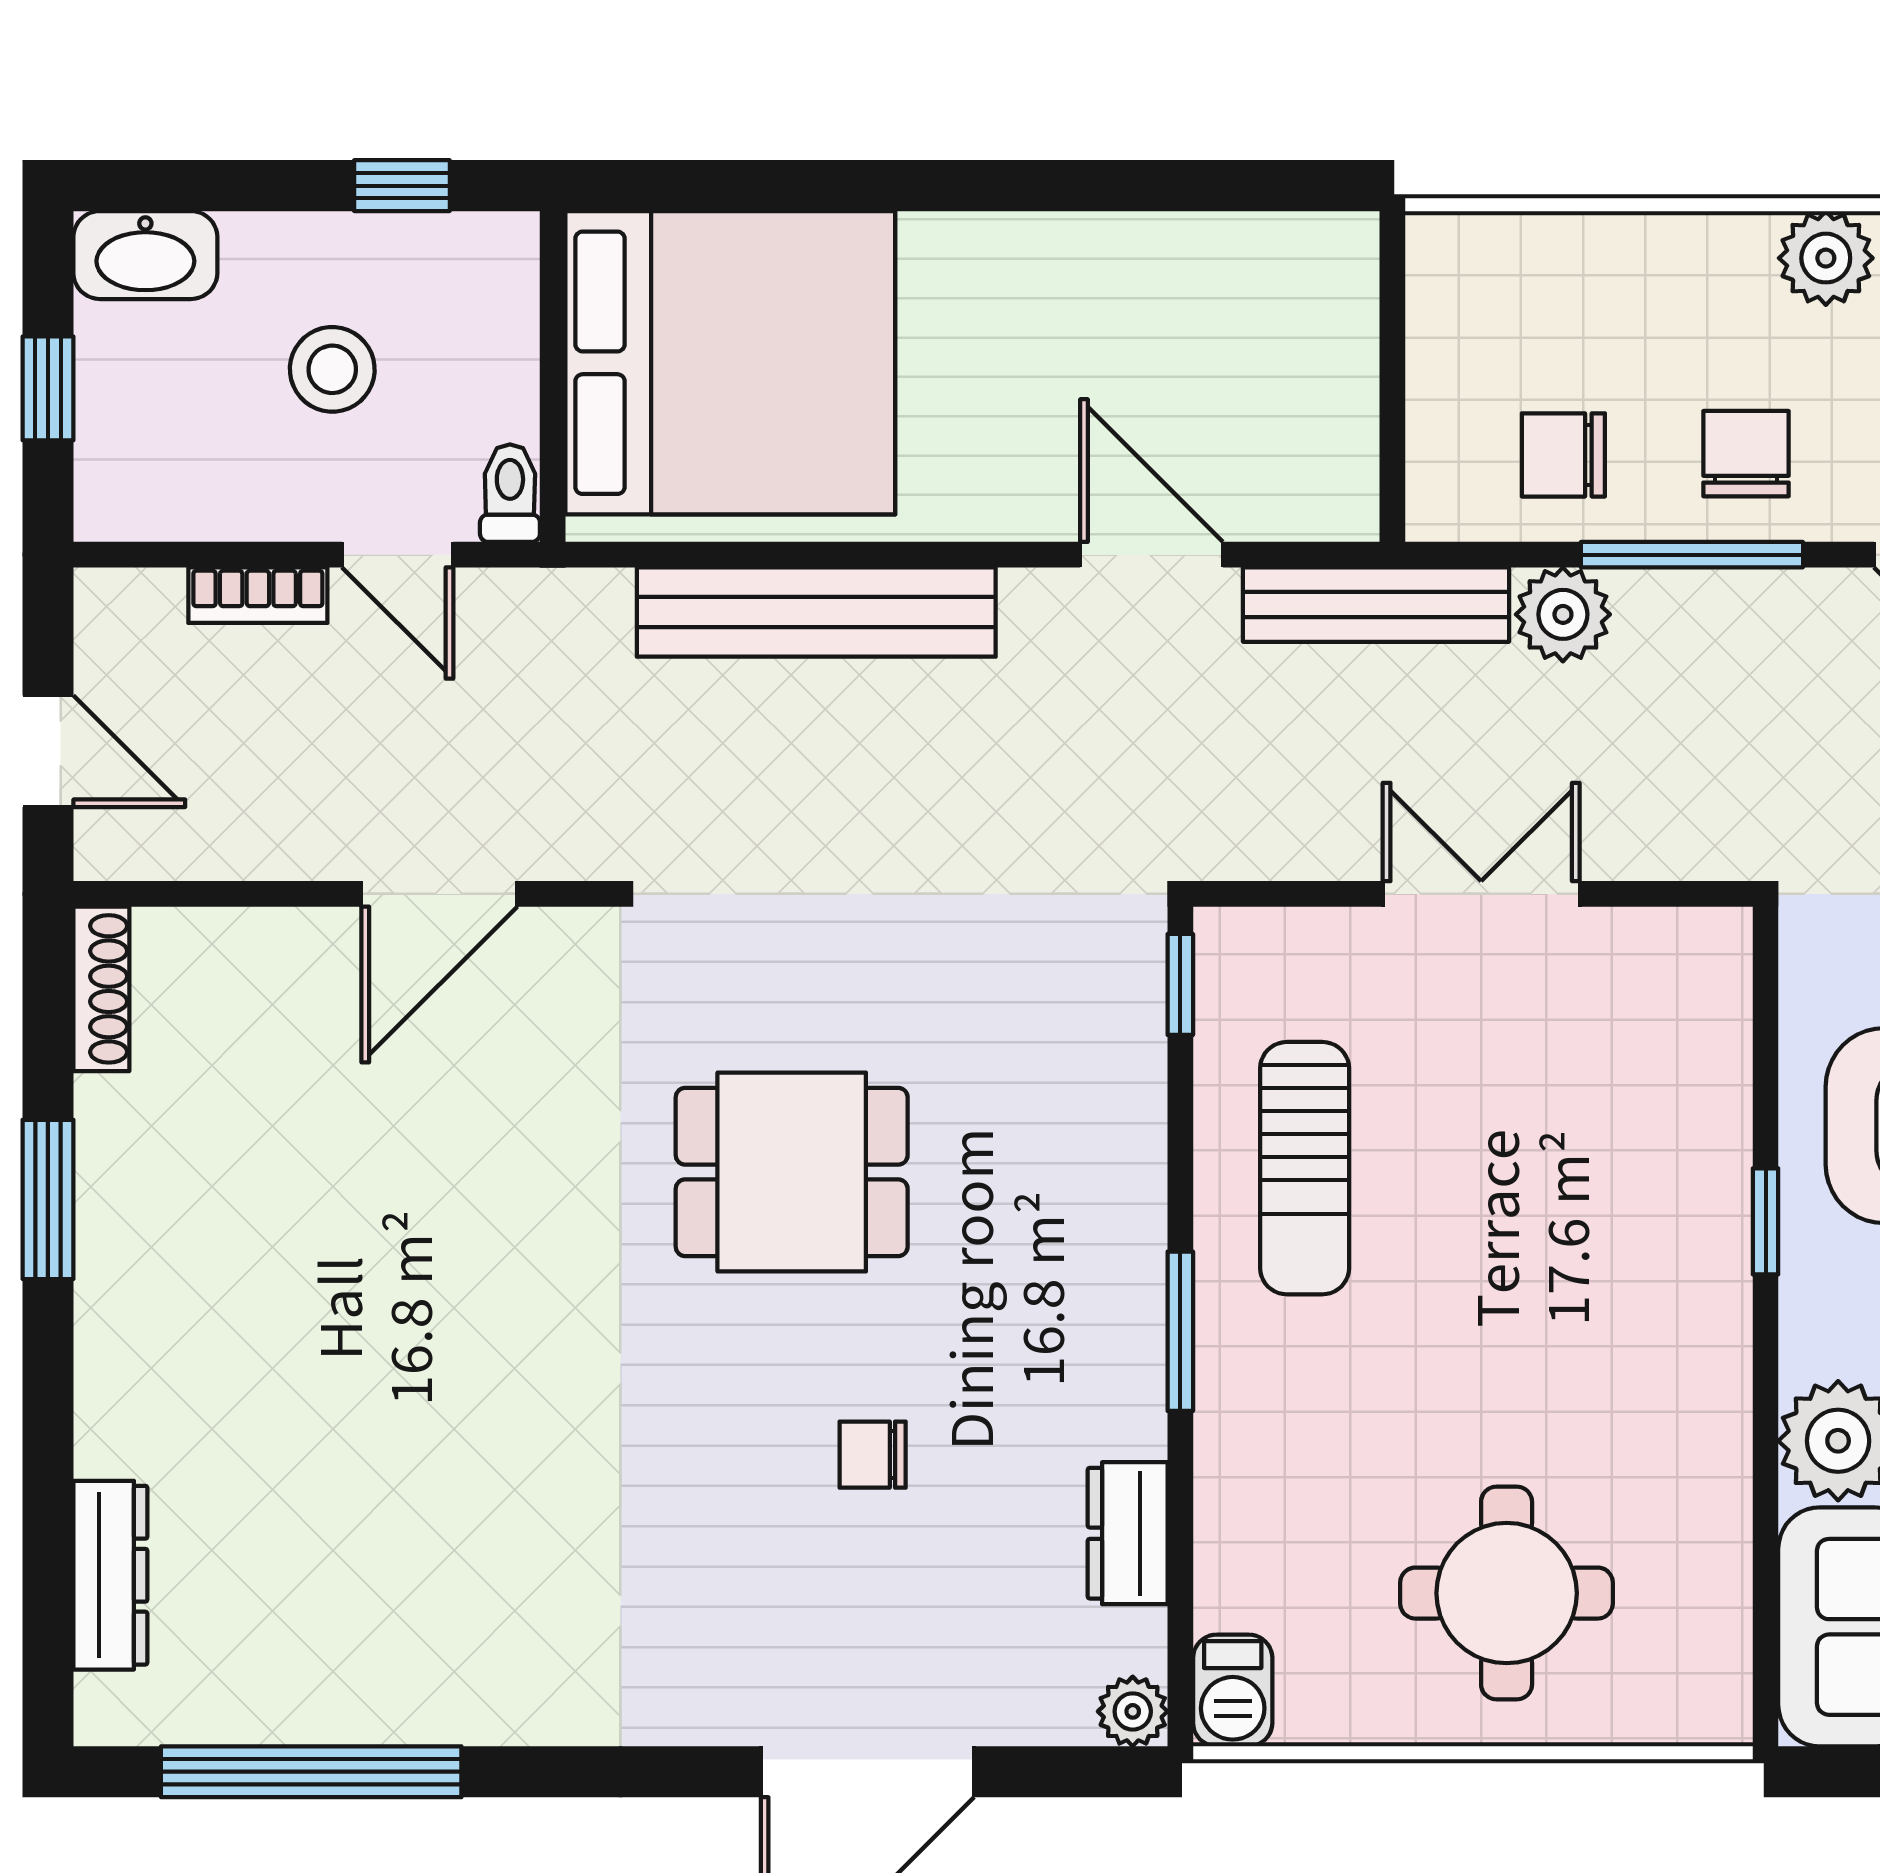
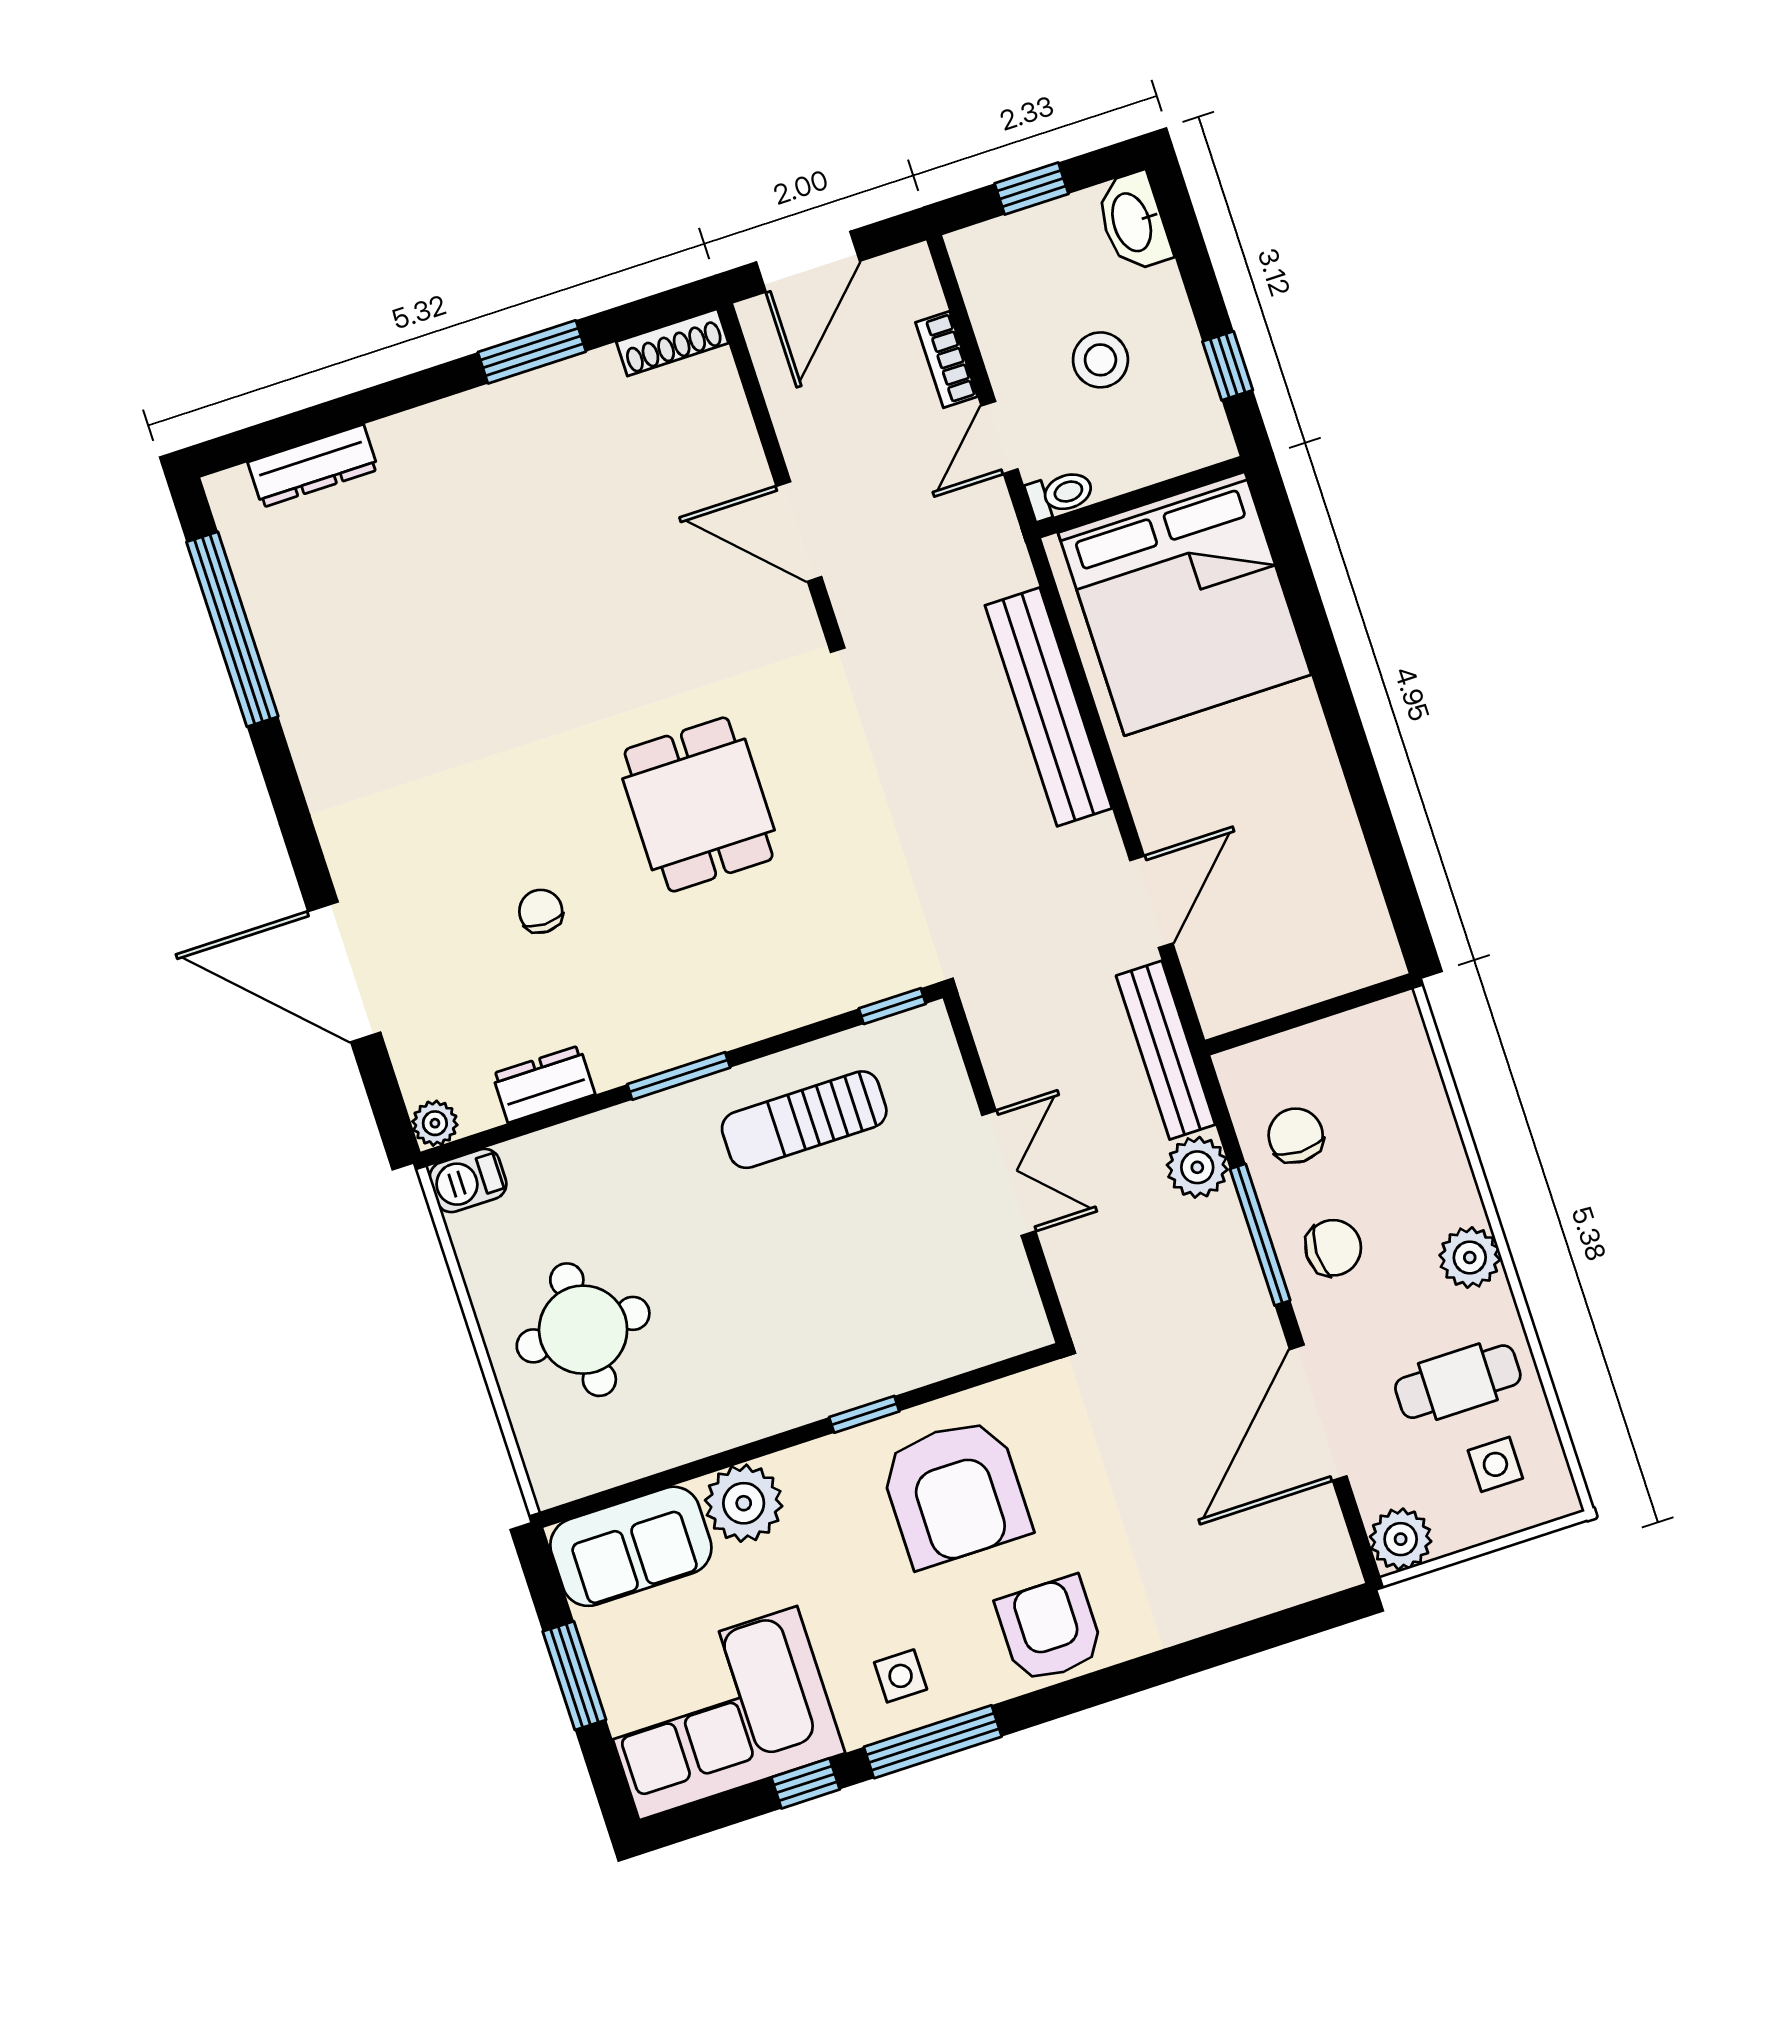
door: (48, 751) -> (808, 262), width x1.38

